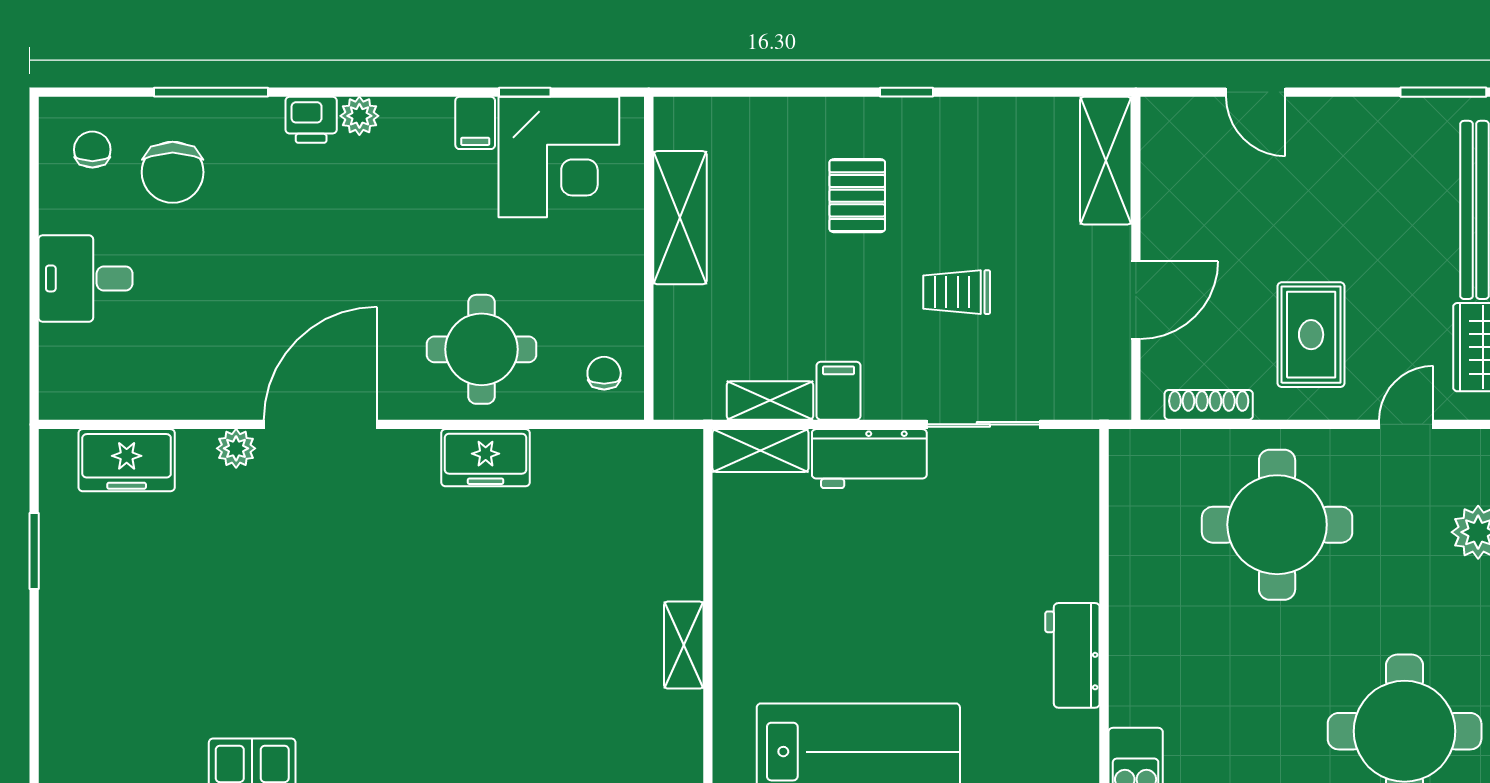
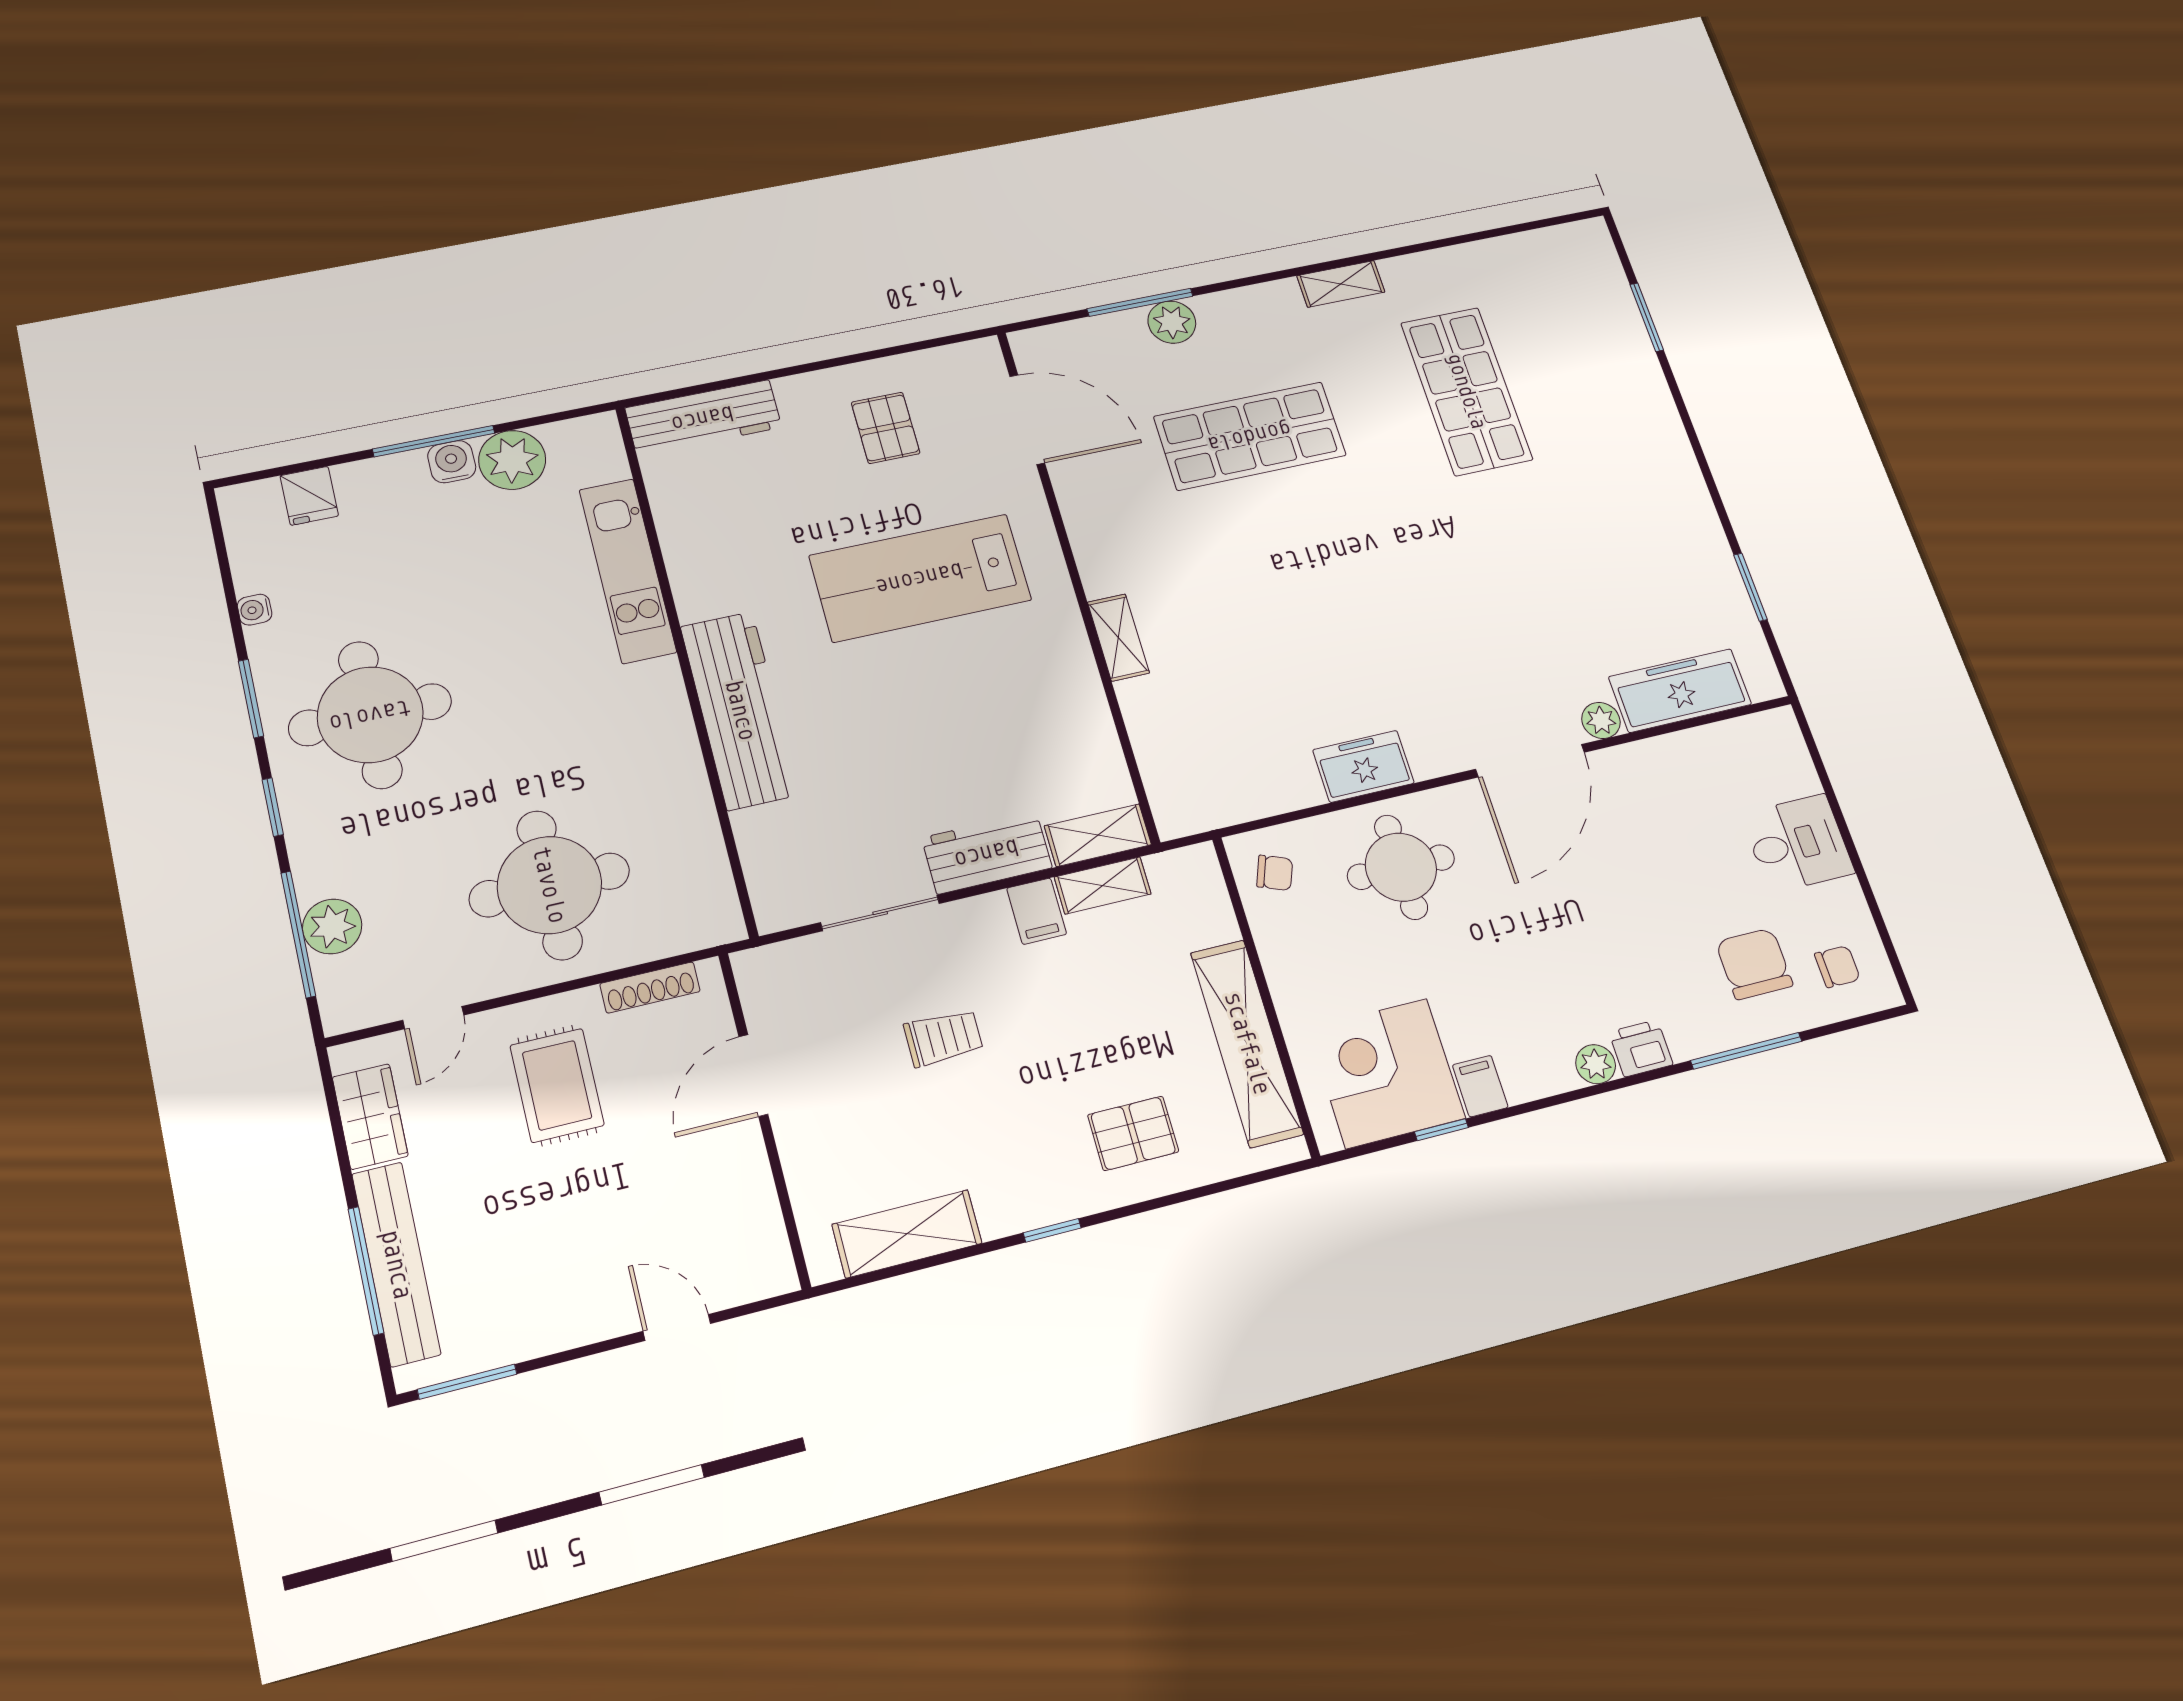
chair: (92, 150) -> (1837, 967), turned -90
shelving: (1106, 161) -> (907, 1234), moved, turned 90
pallet: (857, 196) -> (1133, 1133), moved, turned 90
shelving: (680, 218) -> (1247, 1043), width x1.47
chair: (604, 373) -> (1275, 873), turned -69
freezer: (127, 460) -> (1680, 691), width x1.40
workbench: (1072, 655) -> (740, 710), width x1.88, depth x1.32

